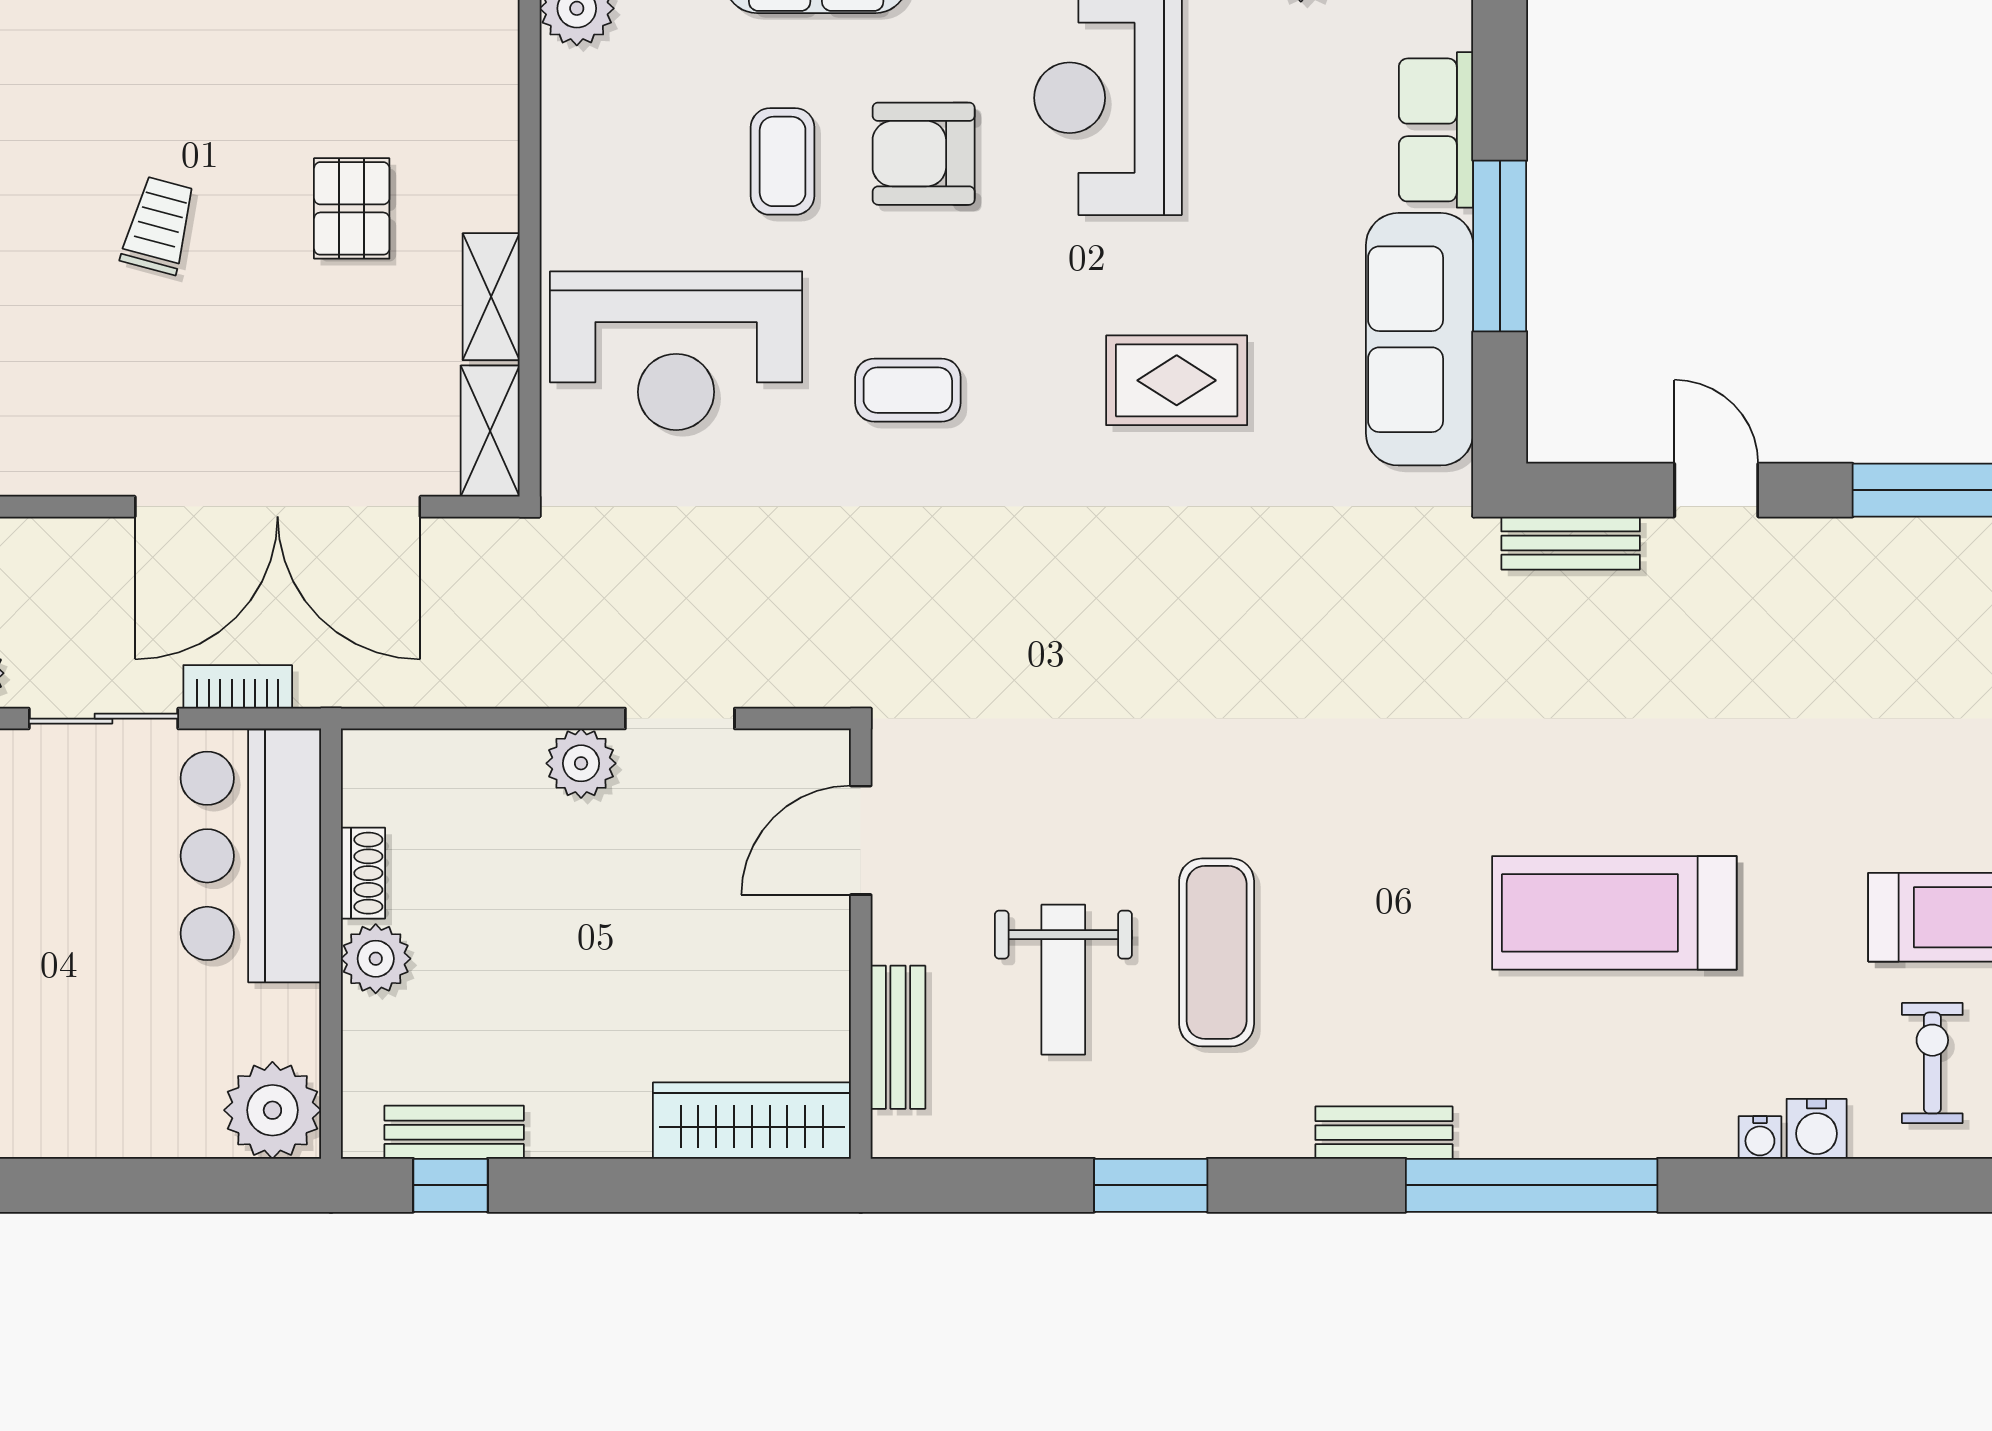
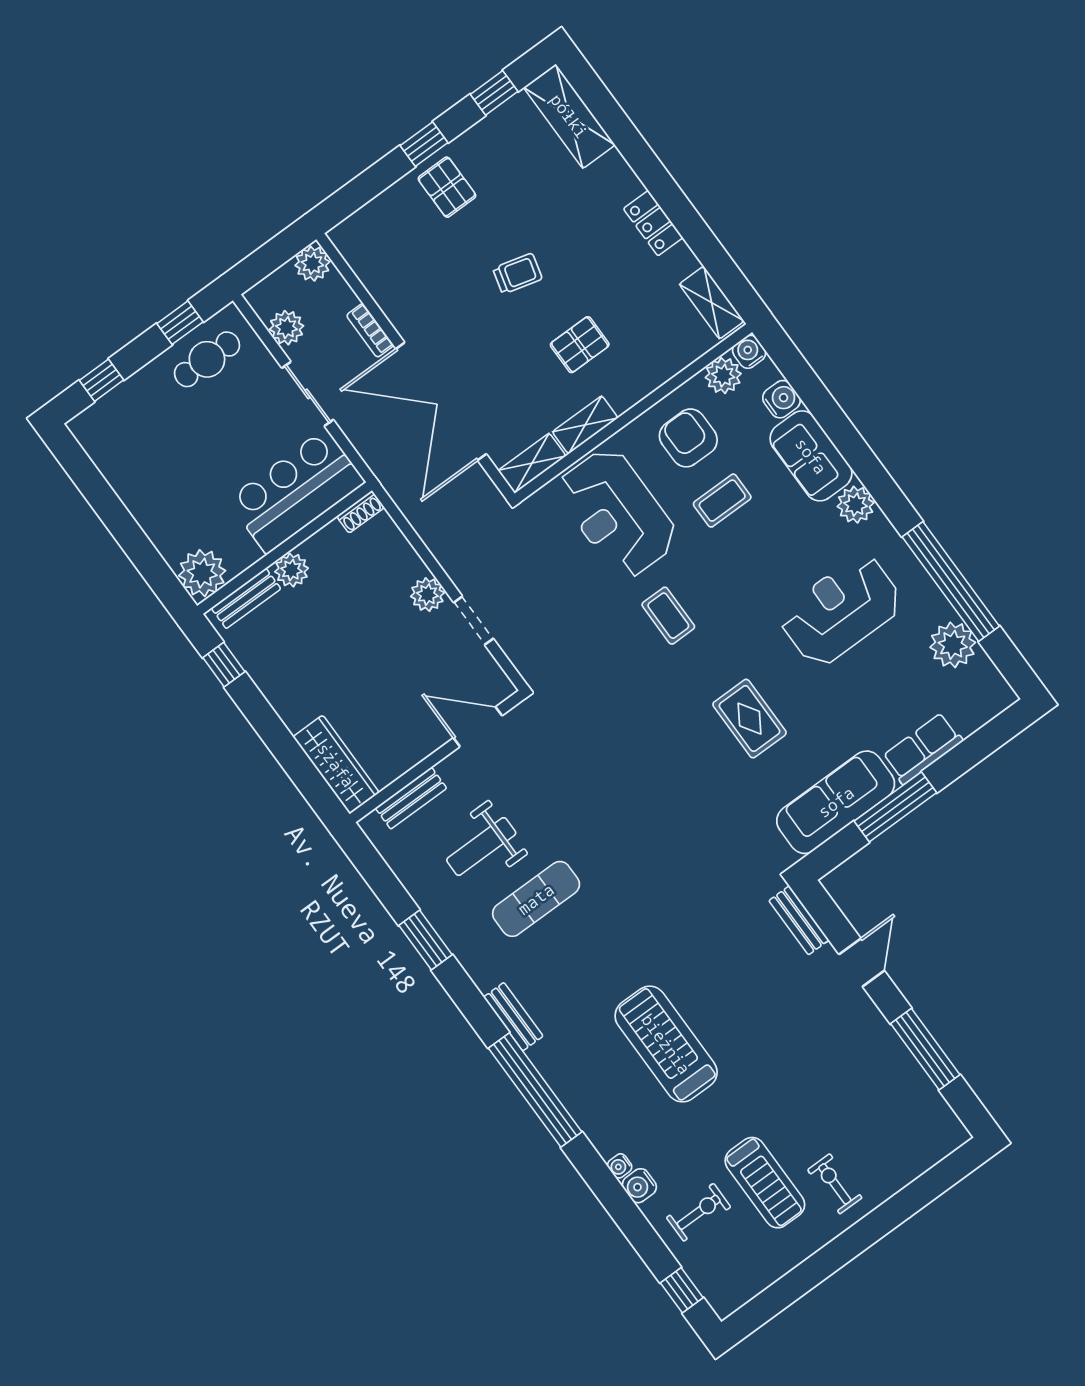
armchair: (924, 154) -> (688, 438), moved
bookcase: (238, 687) -> (370, 330), moved, turned 180
shoe rack: (363, 873) -> (361, 512), moved
bench: (454, 1132) -> (246, 598), moved, turned 90

